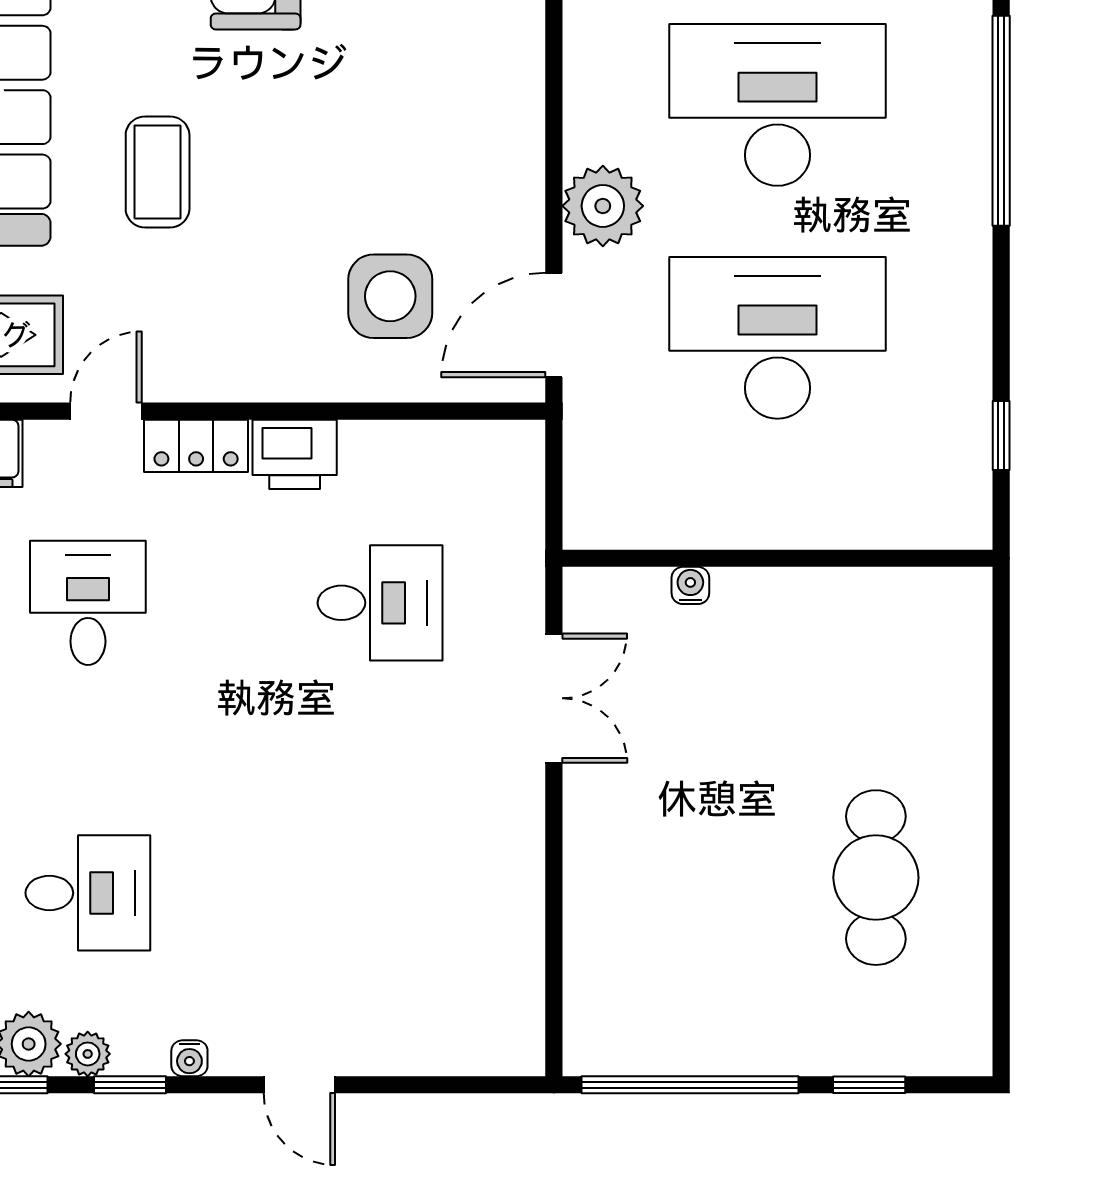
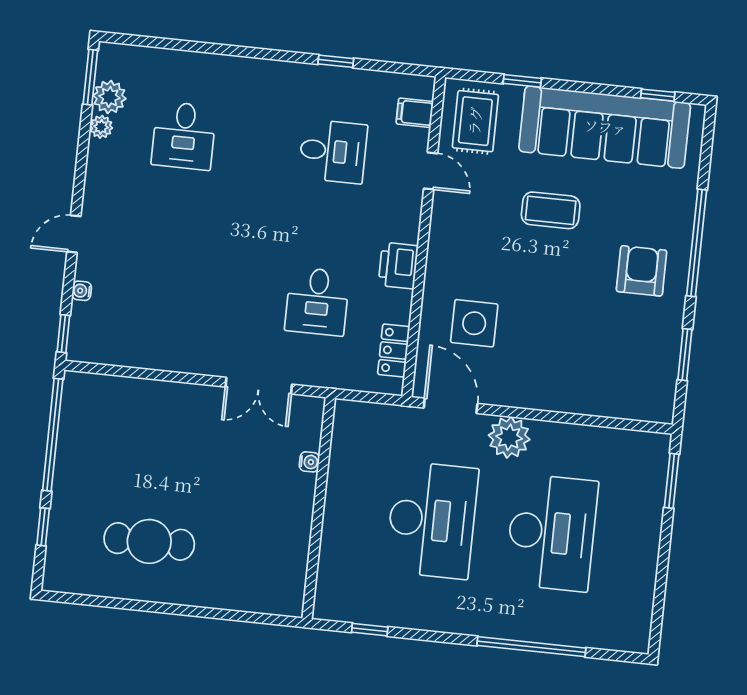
locker: (196, 446) -> (394, 351), moved
water cooler: (189, 1058) -> (82, 291), moved
window: (130, 1085) -> (63, 334), moved

